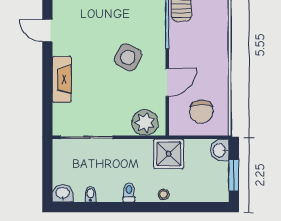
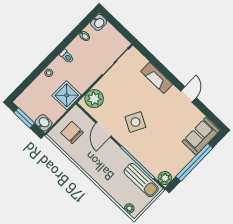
door: (47, 31) -> (188, 94), hinge flipped

